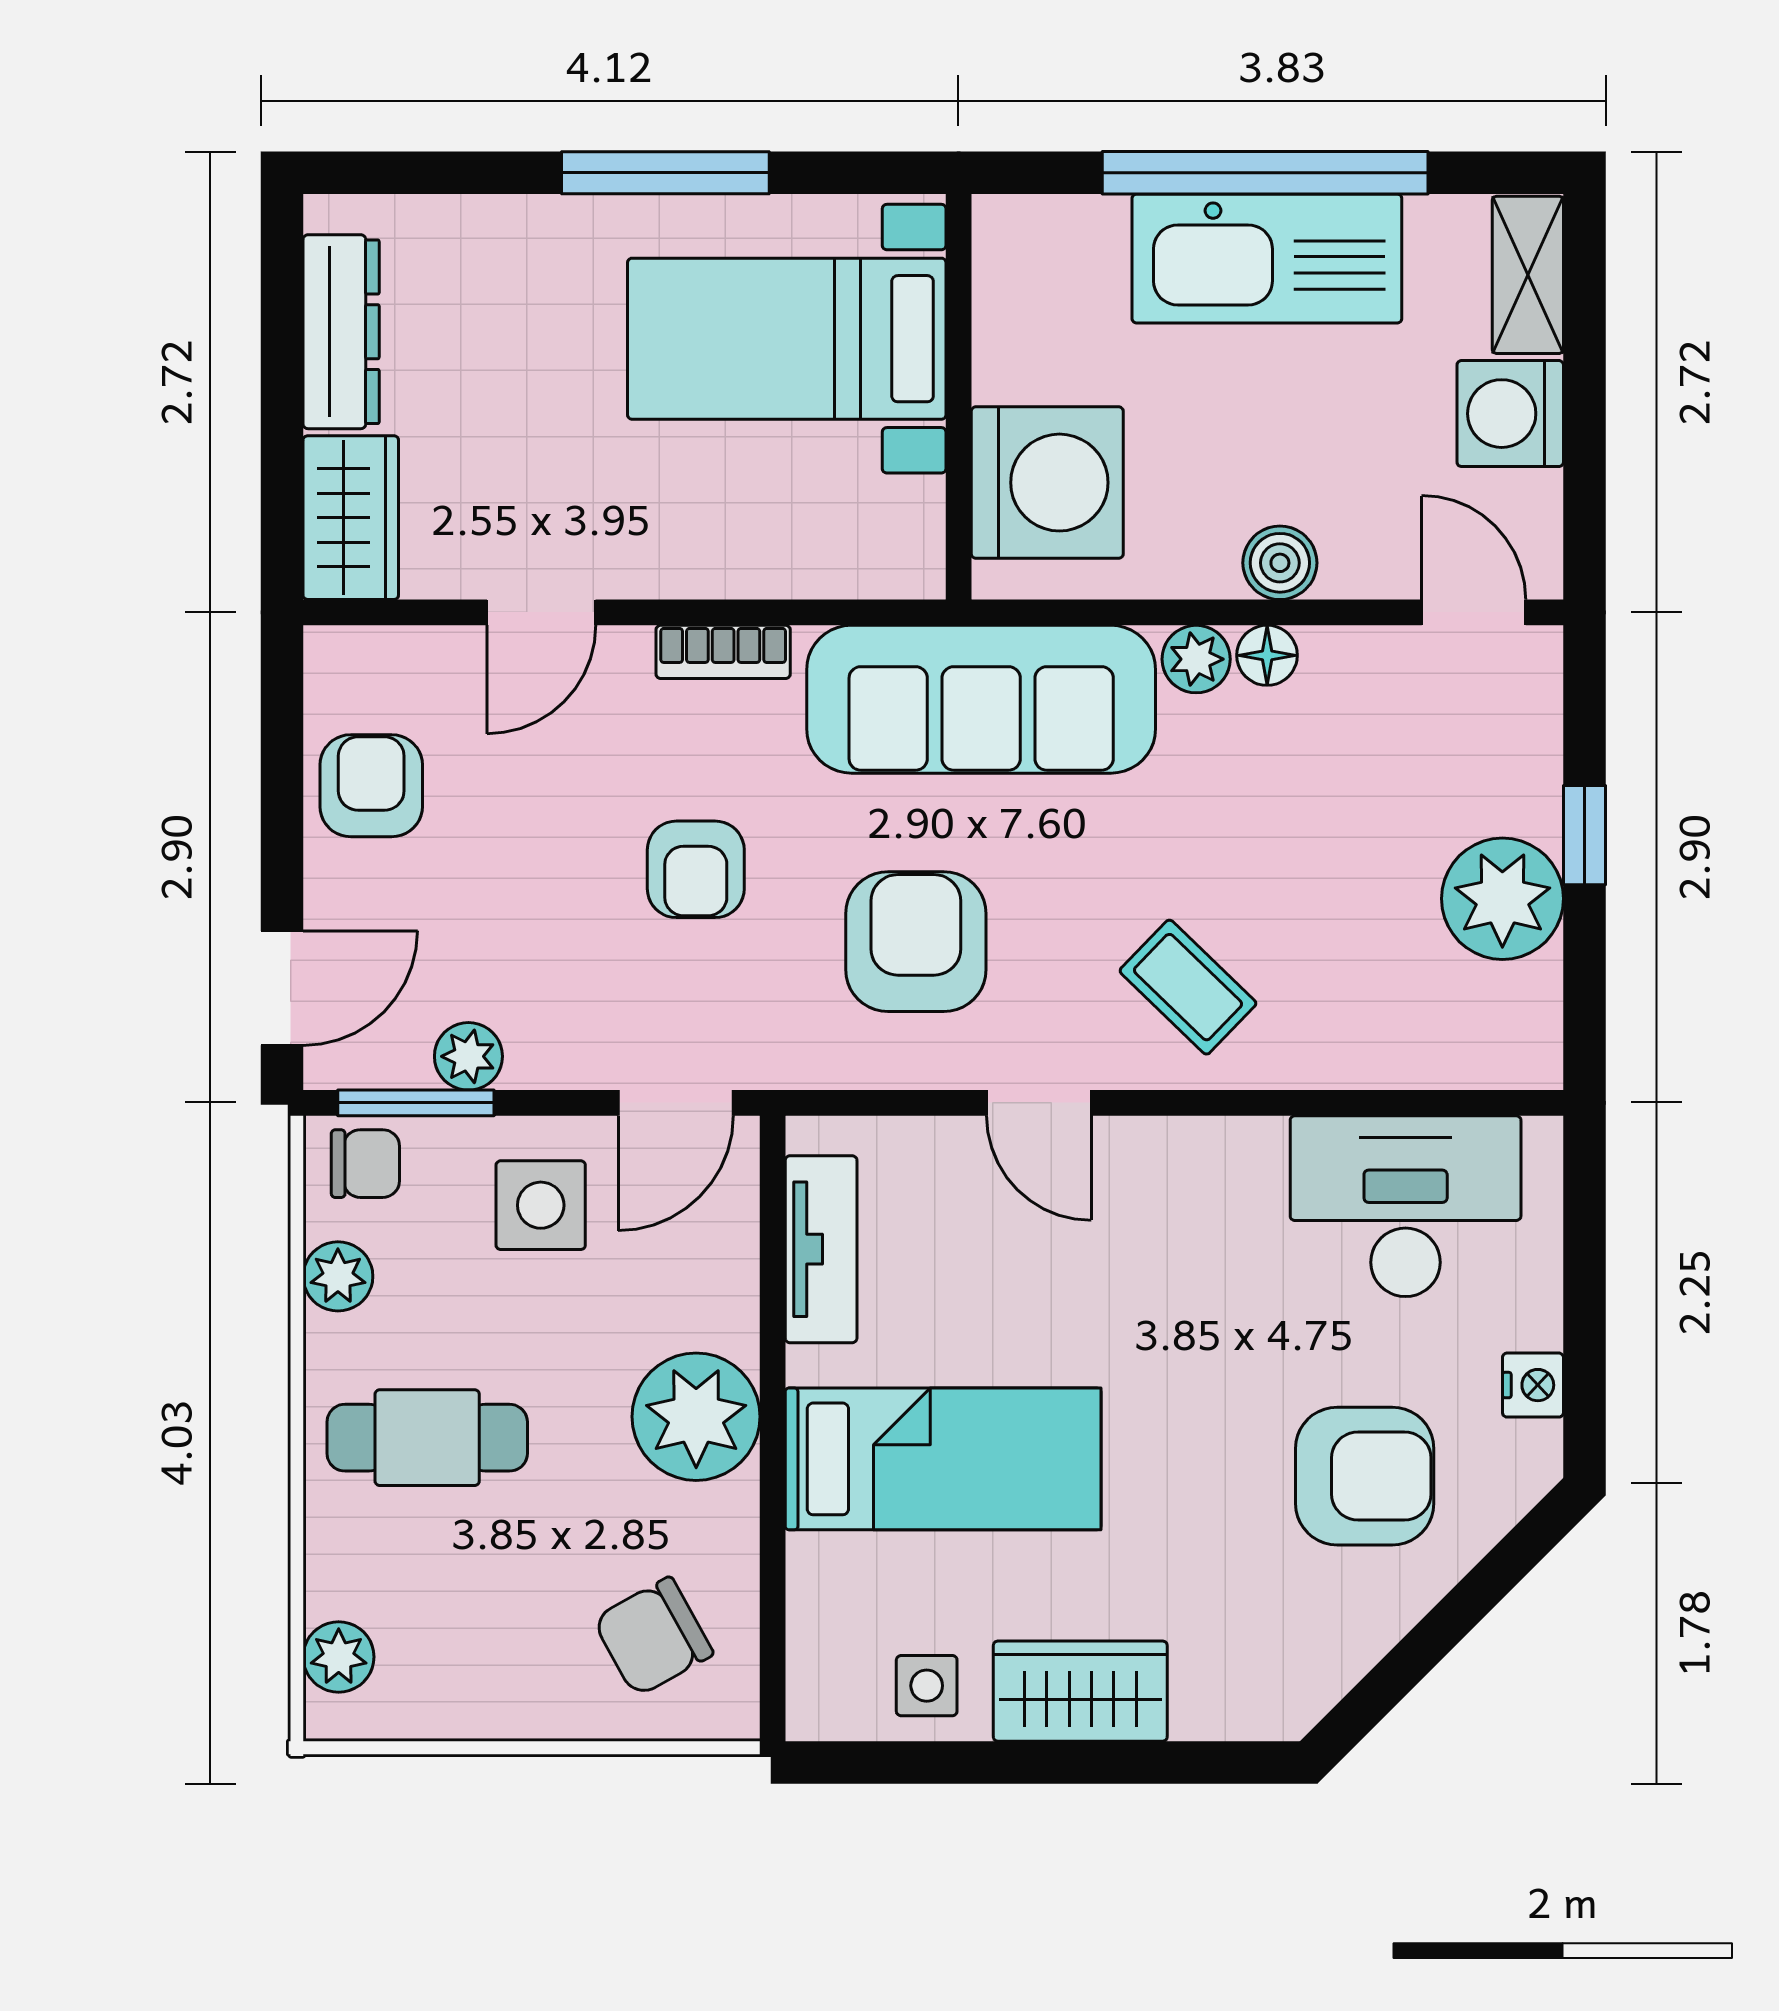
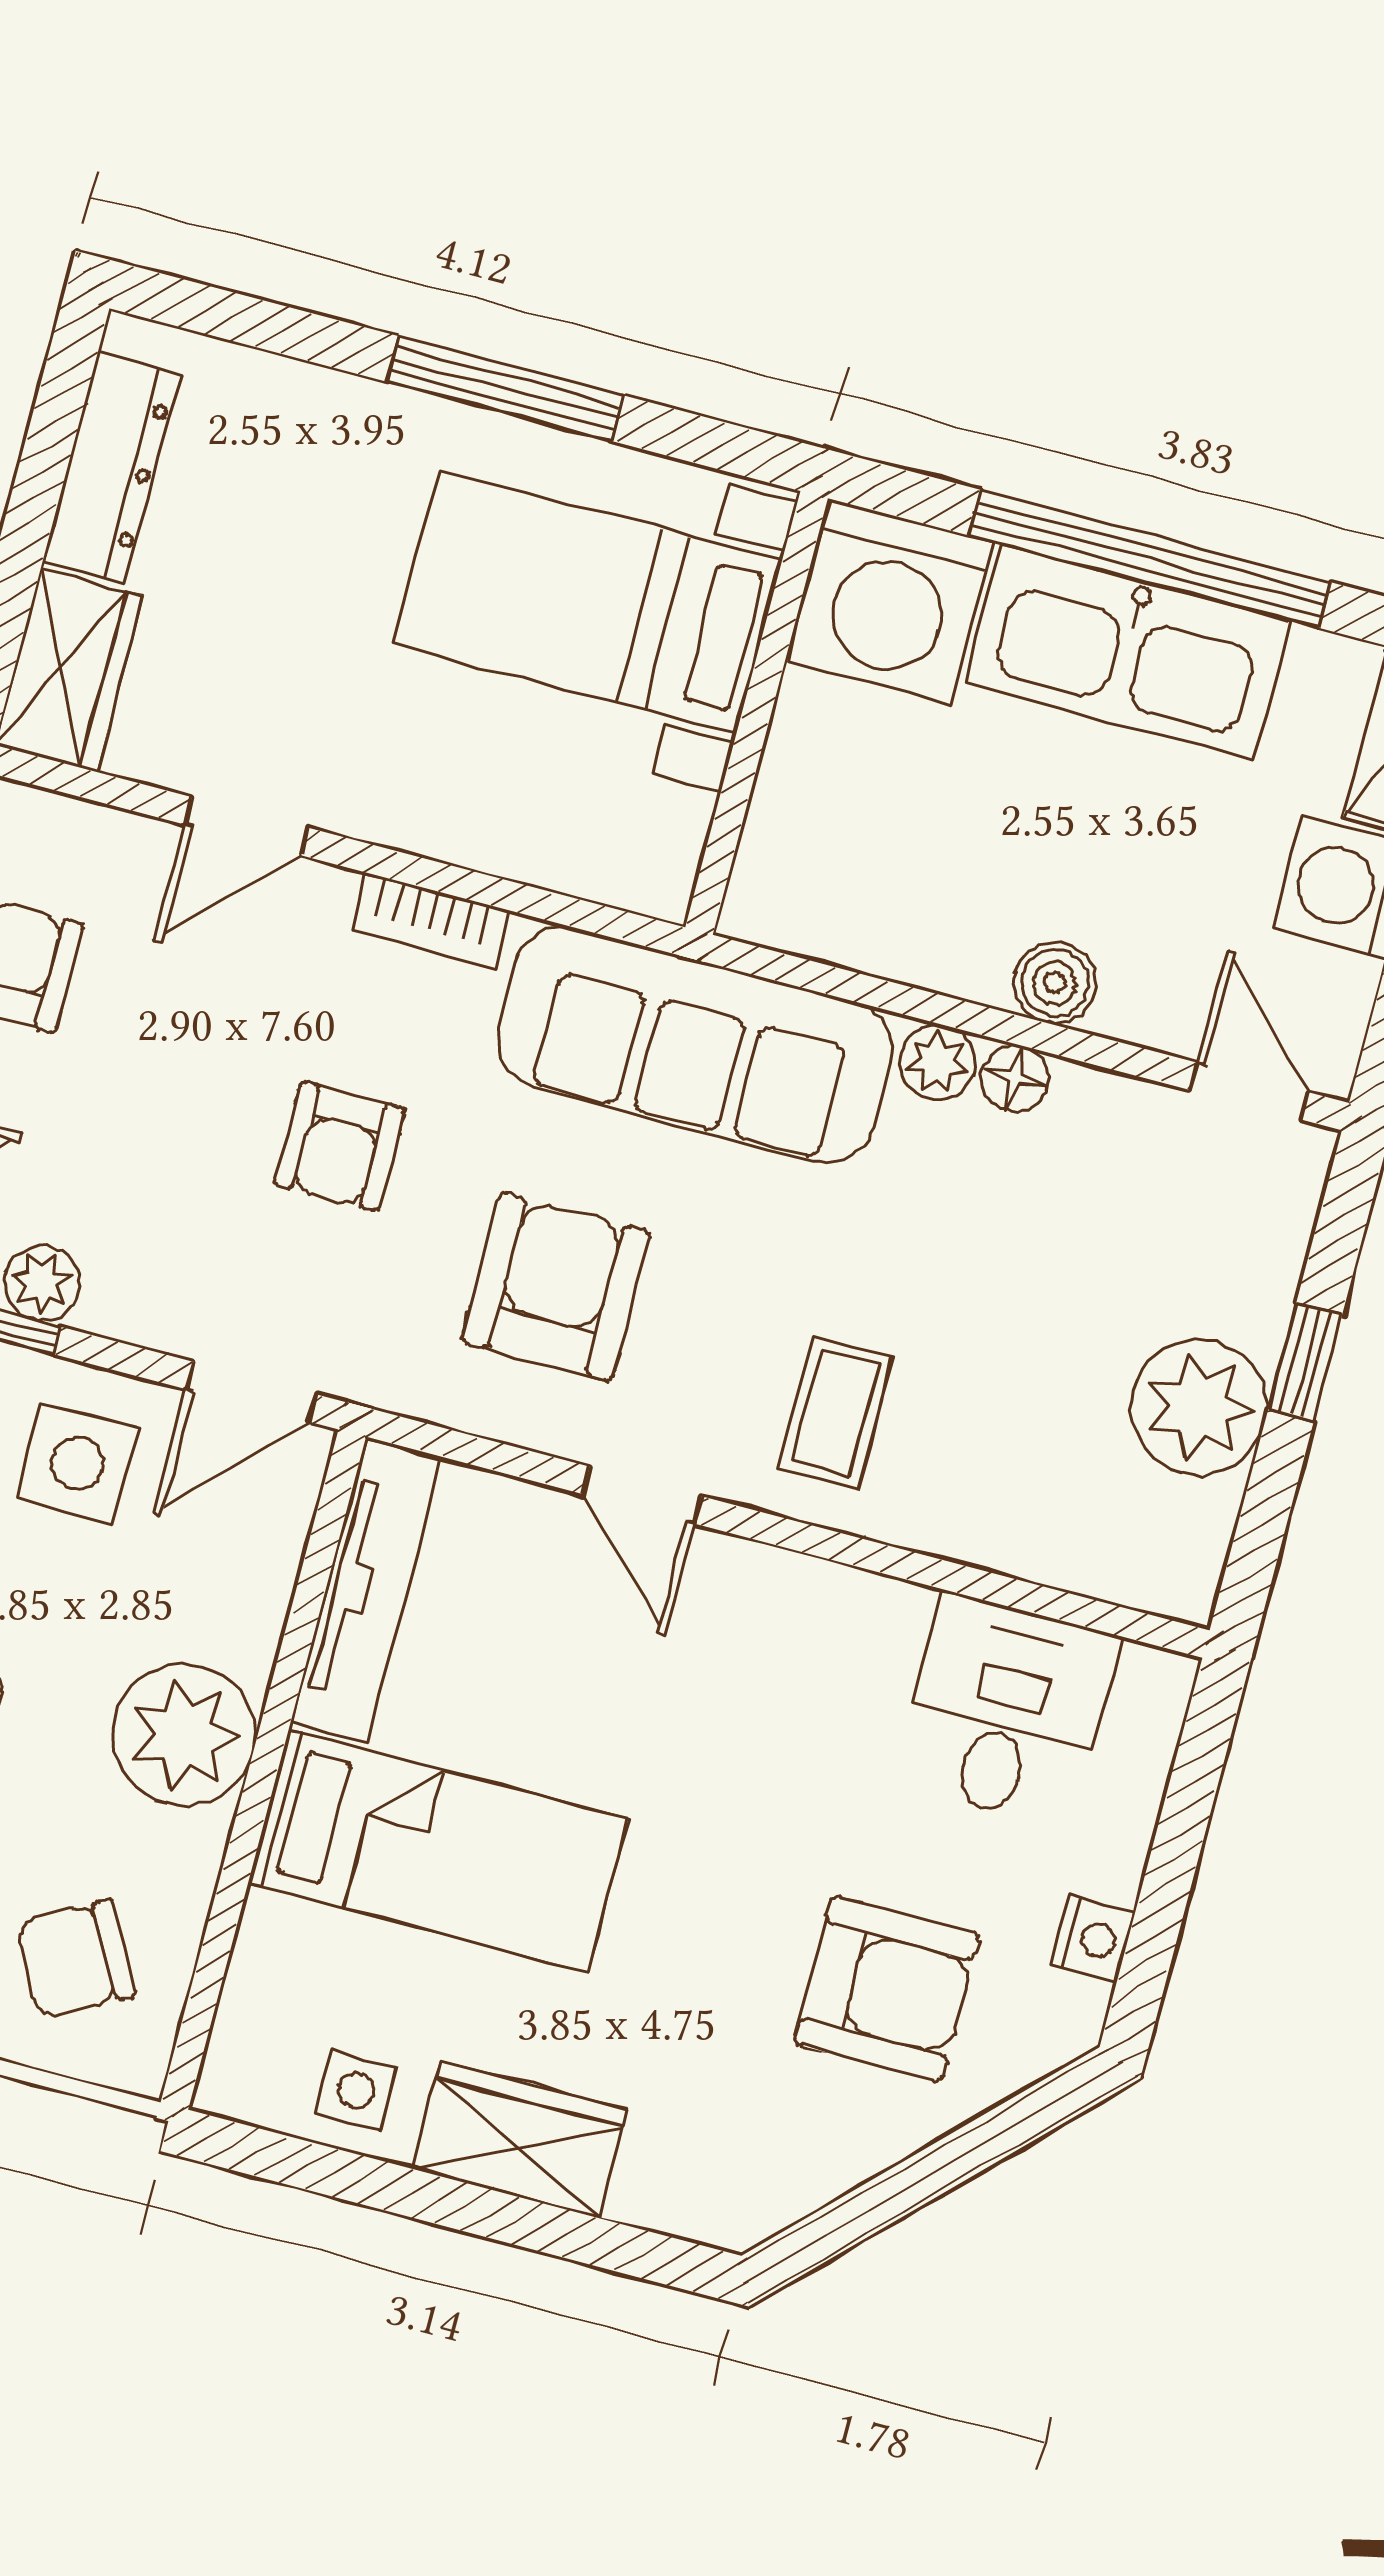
washing machine: (1047, 483) -> (890, 602), moved, turned 90
coffee table: (1188, 987) -> (835, 1413), turned 46
desk: (1406, 1206) -> (1007, 1710), width x0.73
tv unit: (821, 1249) -> (366, 1591), width x1.41

